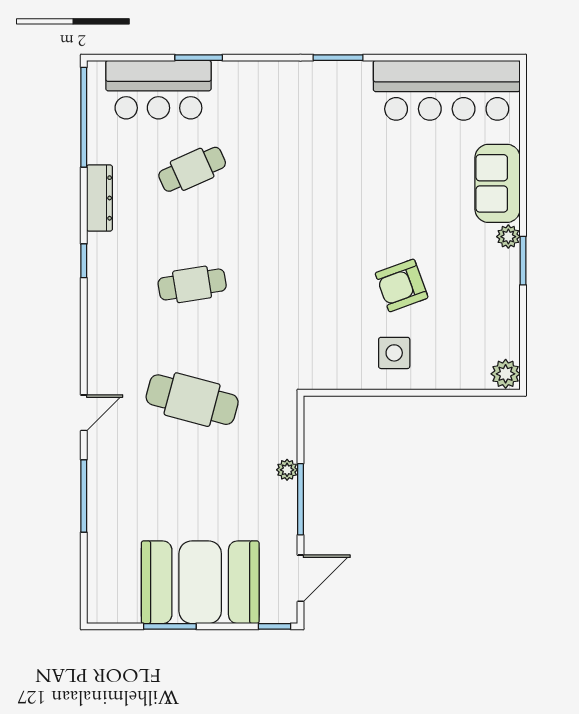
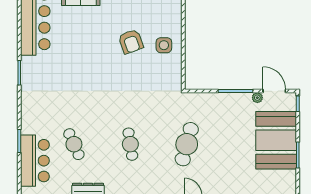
plant: (287, 470) -> (257, 98), moved

